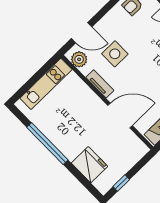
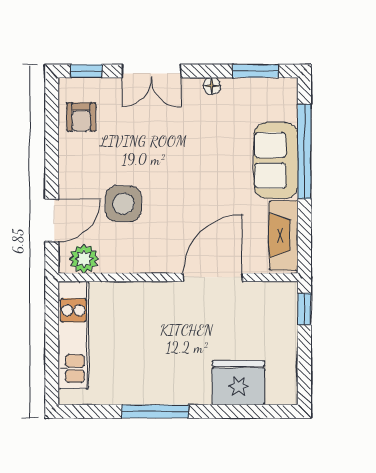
tv unit: (100, 84) -> (144, 263), removed
window: (47, 144) -> (155, 411), width x0.68
window: (121, 183) -> (304, 309), moved

